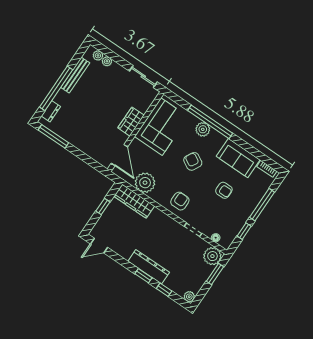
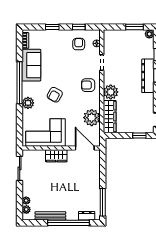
window: (210, 122) -> (20, 83), moved
door: (119, 155) -> (85, 148), hinge flipped
armchair: (224, 190) -> (79, 44), moved
window: (262, 205) -> (52, 27), width x0.46
window: (103, 206) -> (139, 135), moved
plant: (212, 256) -> (111, 92), moved
window: (215, 274) -> (134, 27), moved

